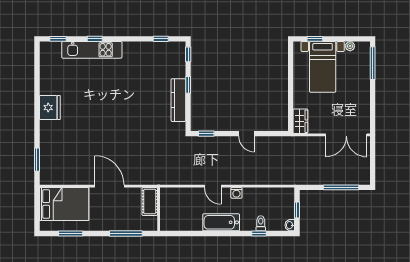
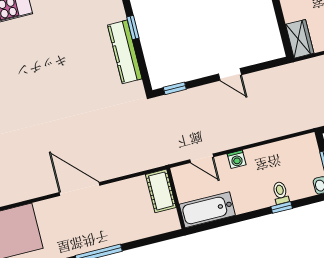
door: (110, 186) -> (79, 189), moved
cot: (150, 201) -> (161, 191), moved
wall: (159, 209) -> (176, 198), moved
bathtub: (221, 222) -> (207, 210), moved

